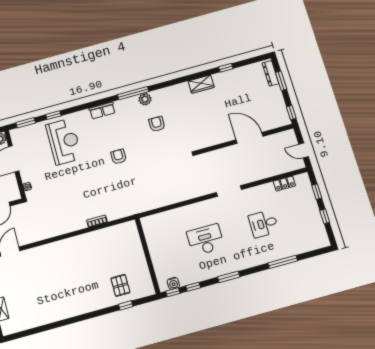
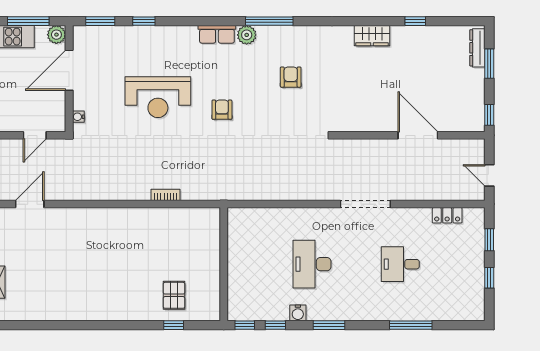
plant: (145, 99) -> (247, 35), moved
reception desk: (64, 142) -> (158, 97), moved, turned 90
doorway: (229, 191) -> (365, 204), width x1.36
desk: (206, 240) -> (312, 264), turned -90
water cooler: (173, 283) -> (298, 313), moved

